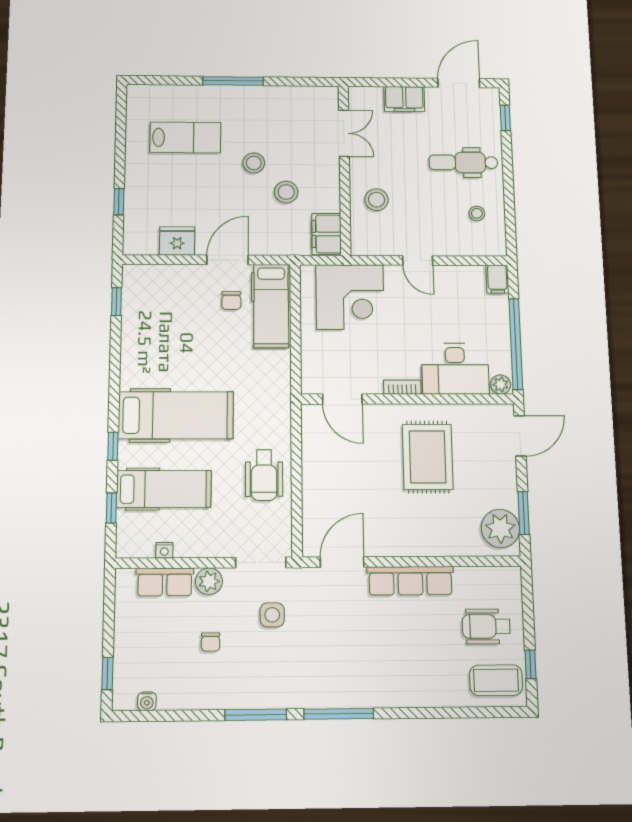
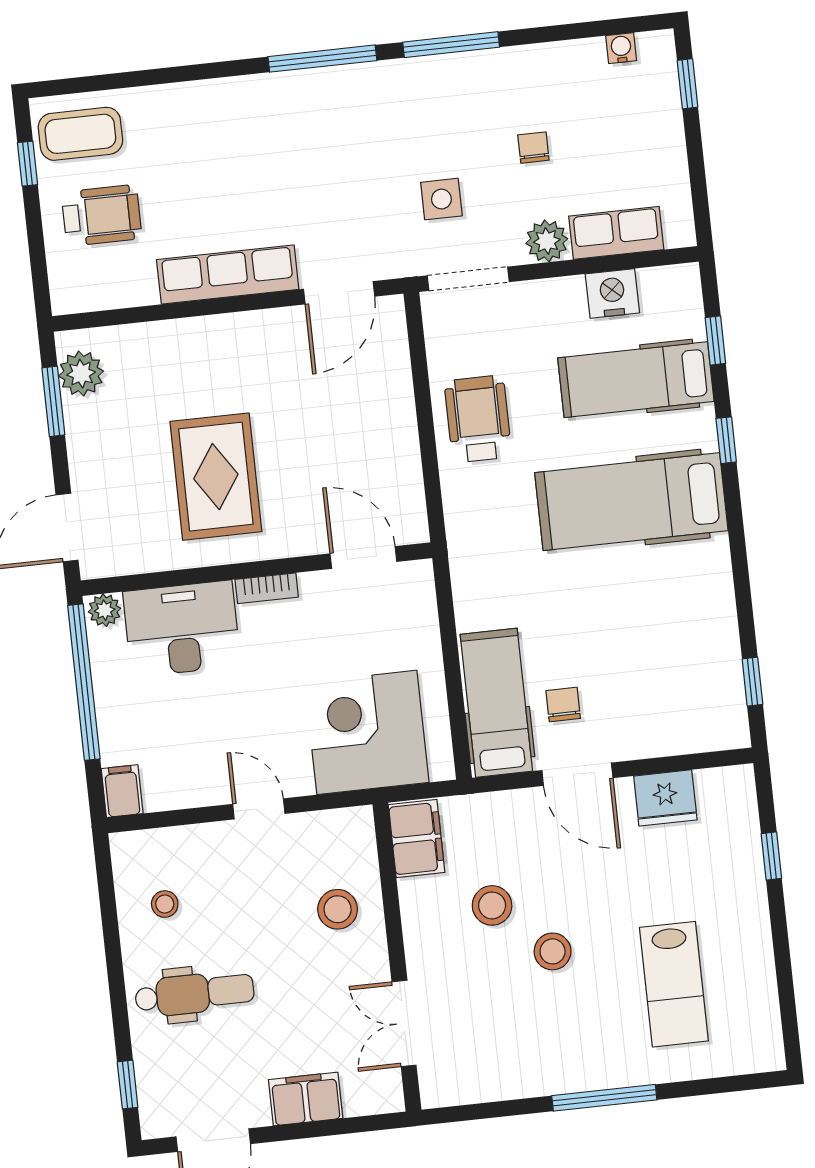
lab bench: (185, 137) -> (674, 984), turned -90
door: (228, 260) -> (577, 774), hinge flipped
plant: (500, 528) -> (81, 374), width x0.73, depth x0.73
nightstand: (164, 550) -> (612, 293), width x1.89, depth x1.79

